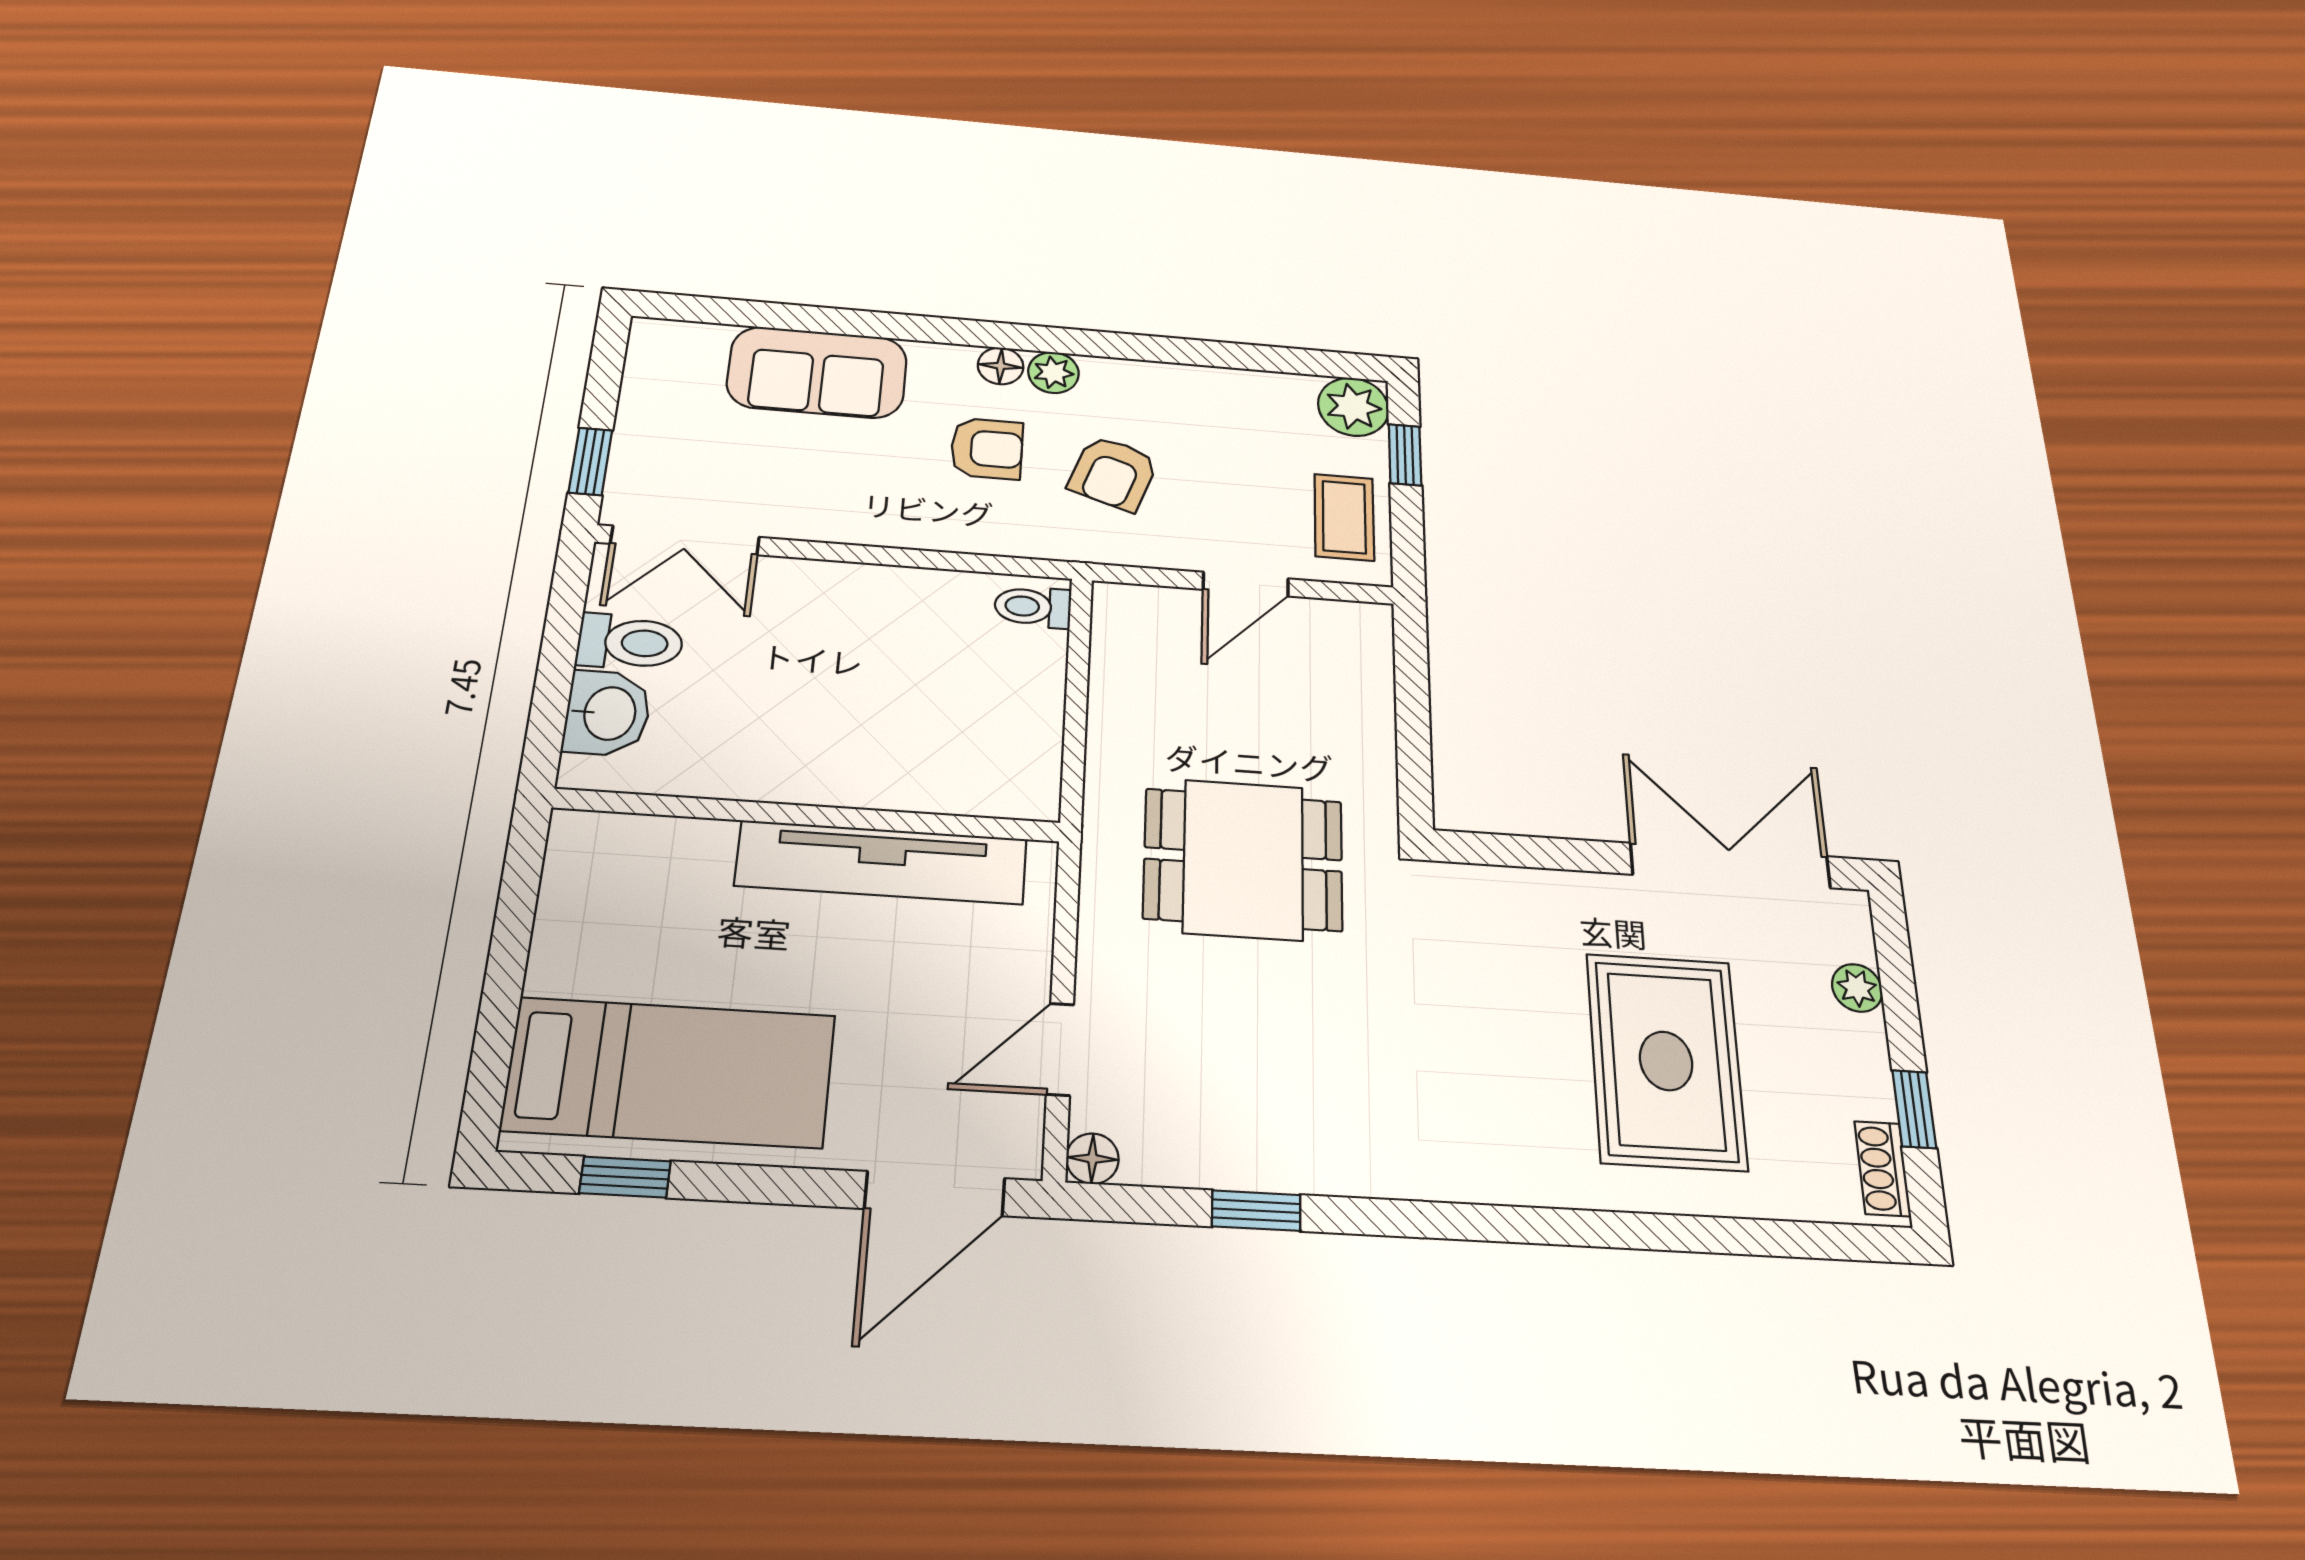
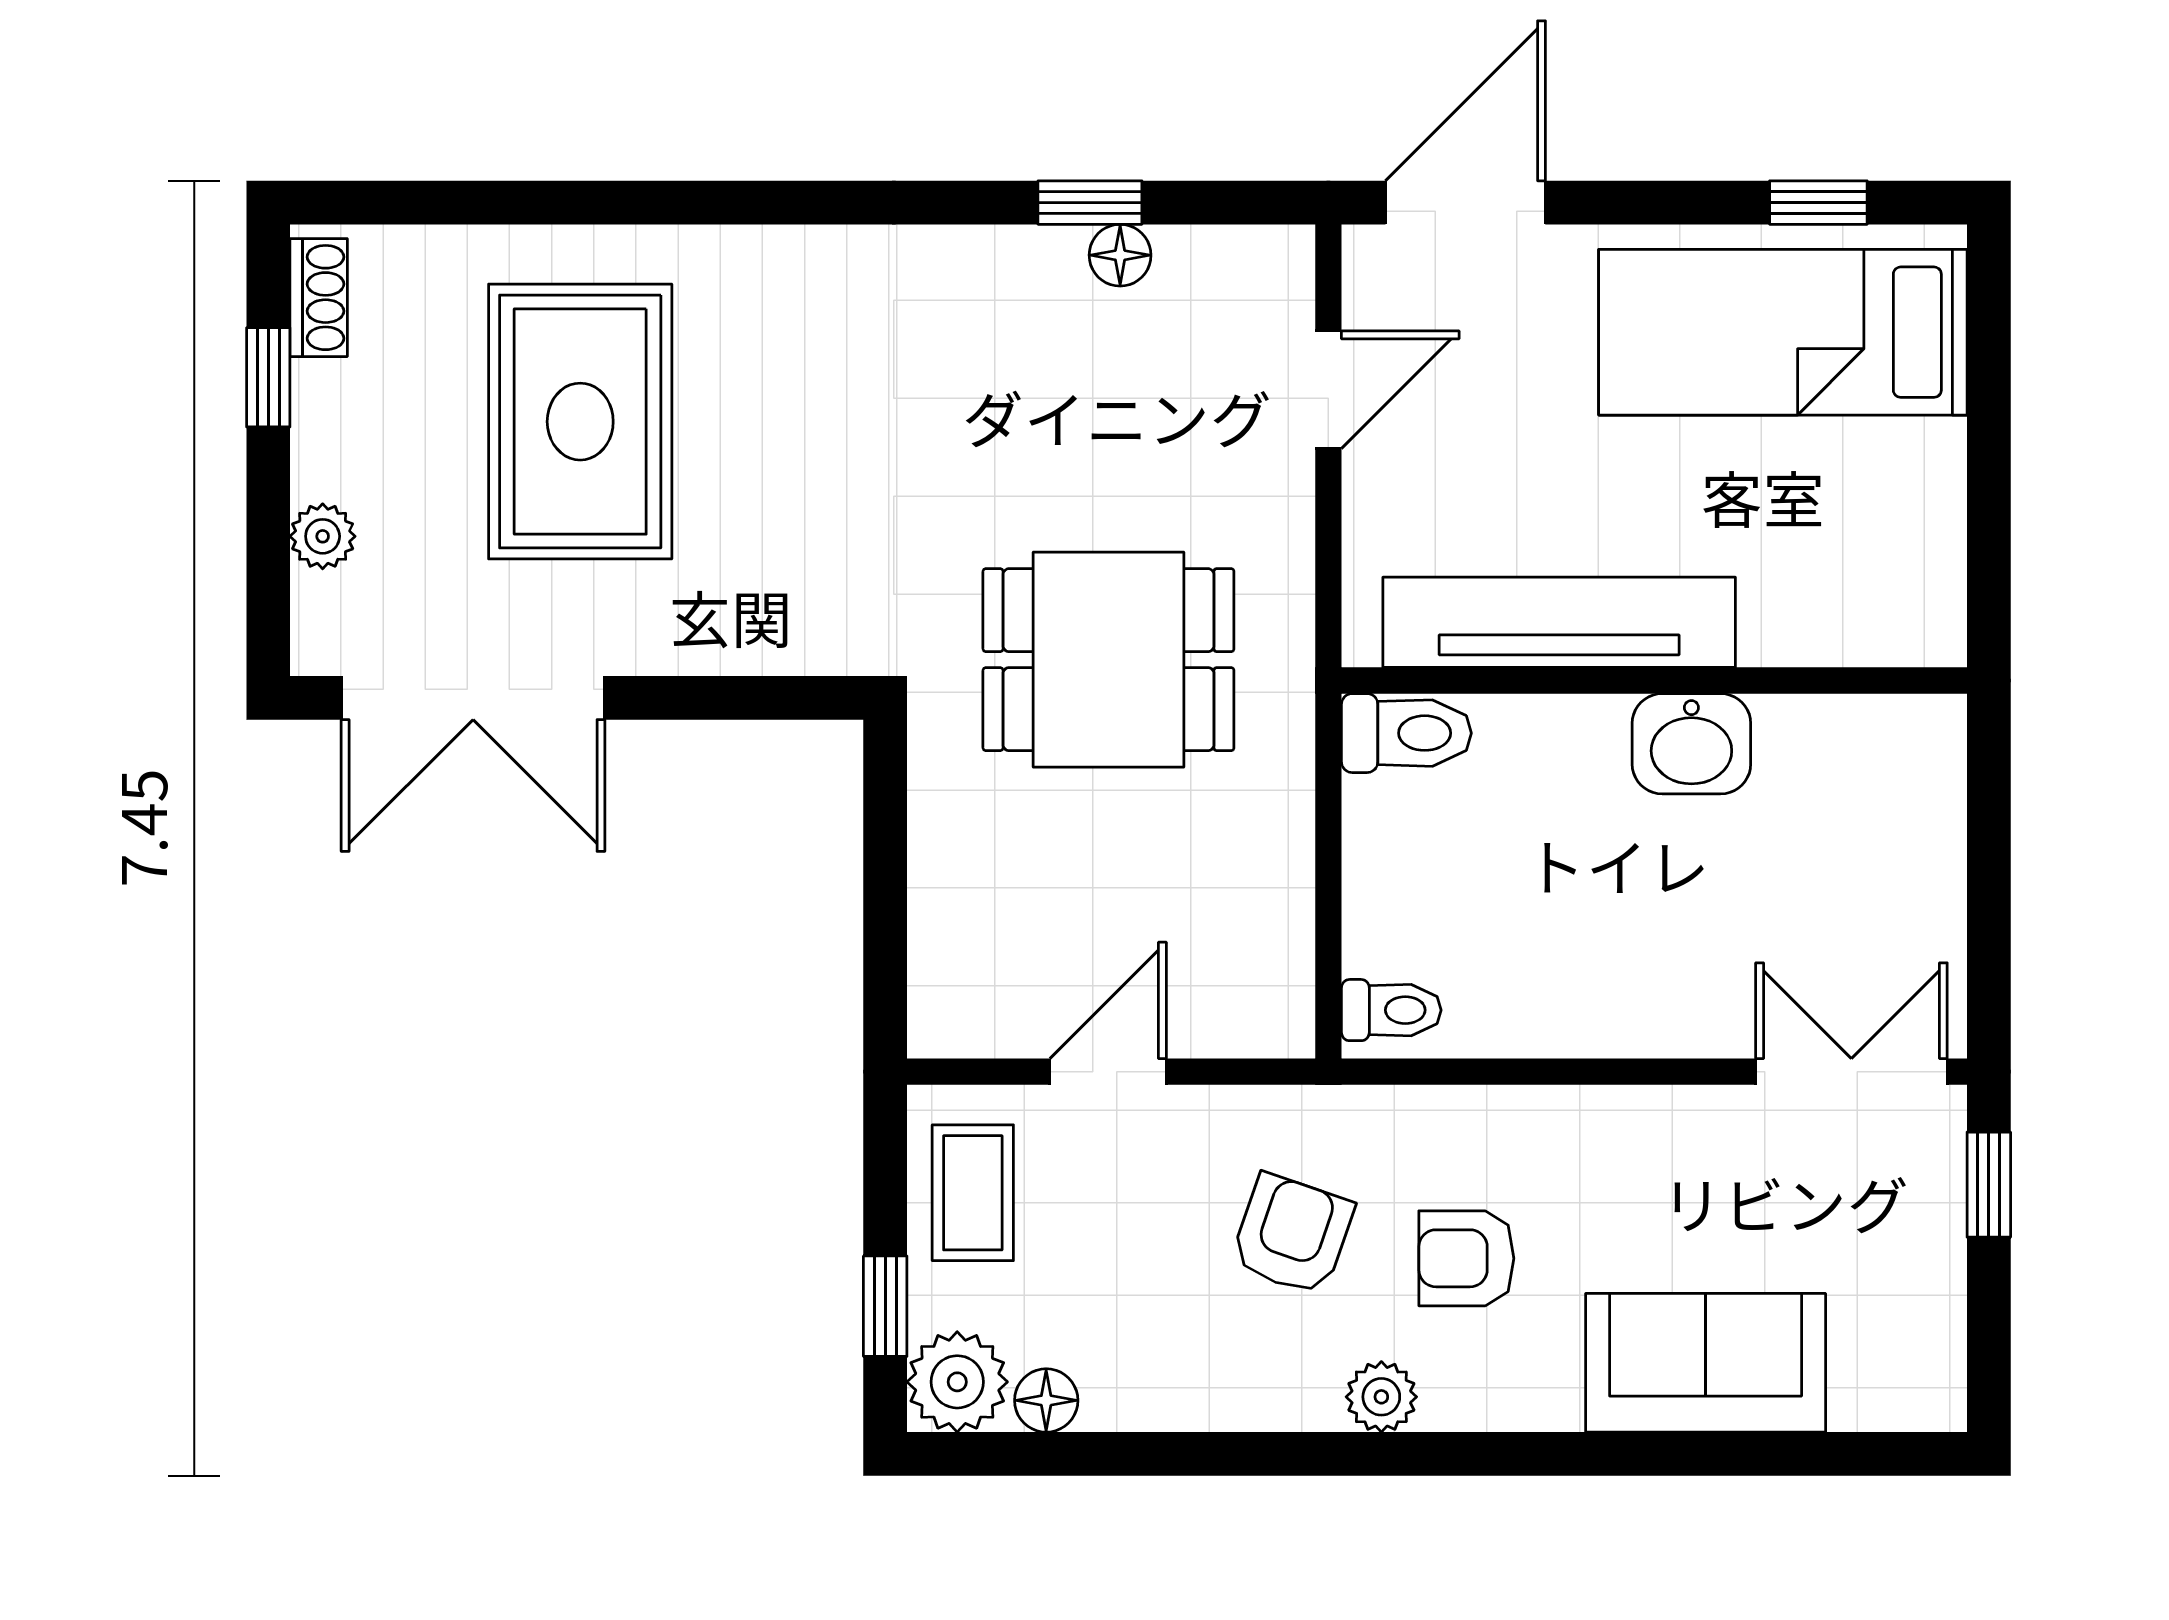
floor lamp: (1001, 366) -> (1046, 1400), moved
toilet: (630, 642) -> (1406, 733), moved, turned 180
washbasin: (607, 713) -> (1691, 744), moved, turned -90
floor lamp: (1092, 1159) -> (1120, 255), moved

